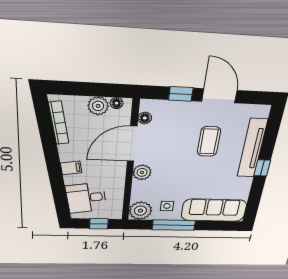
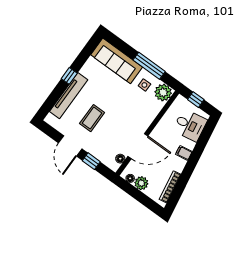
plant: (142, 172) -> (144, 122), removed

